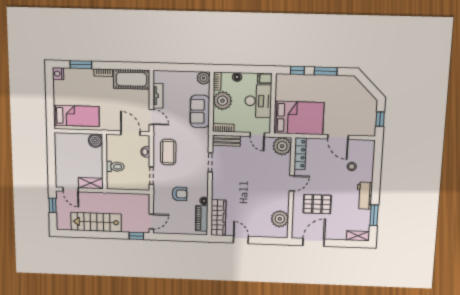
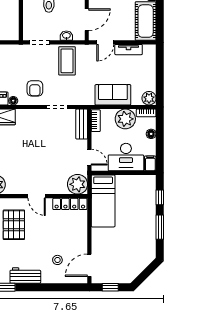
bed: (299, 118) -> (103, 201), width x0.67
door: (257, 135) -> (89, 157), swing flipped
door: (338, 137) -> (89, 265), moved
coffee table: (168, 152) -> (67, 61), turned 90
armchair: (180, 194) -> (35, 88), moved

